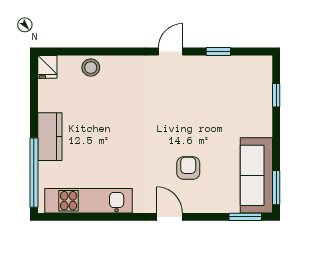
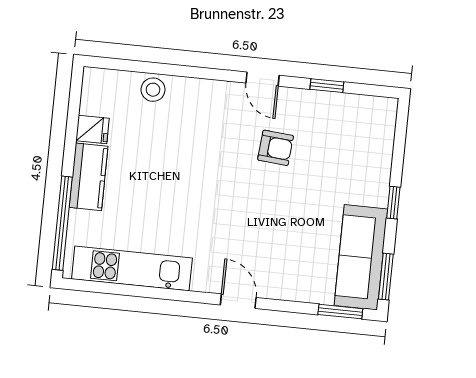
door: (171, 52) -> (263, 79), swing flipped
fridge: (47, 67) -> (93, 130), moved, turned -90
window: (276, 95) -> (393, 203), moved
armchair: (188, 168) -> (276, 148), moved, turned 95

